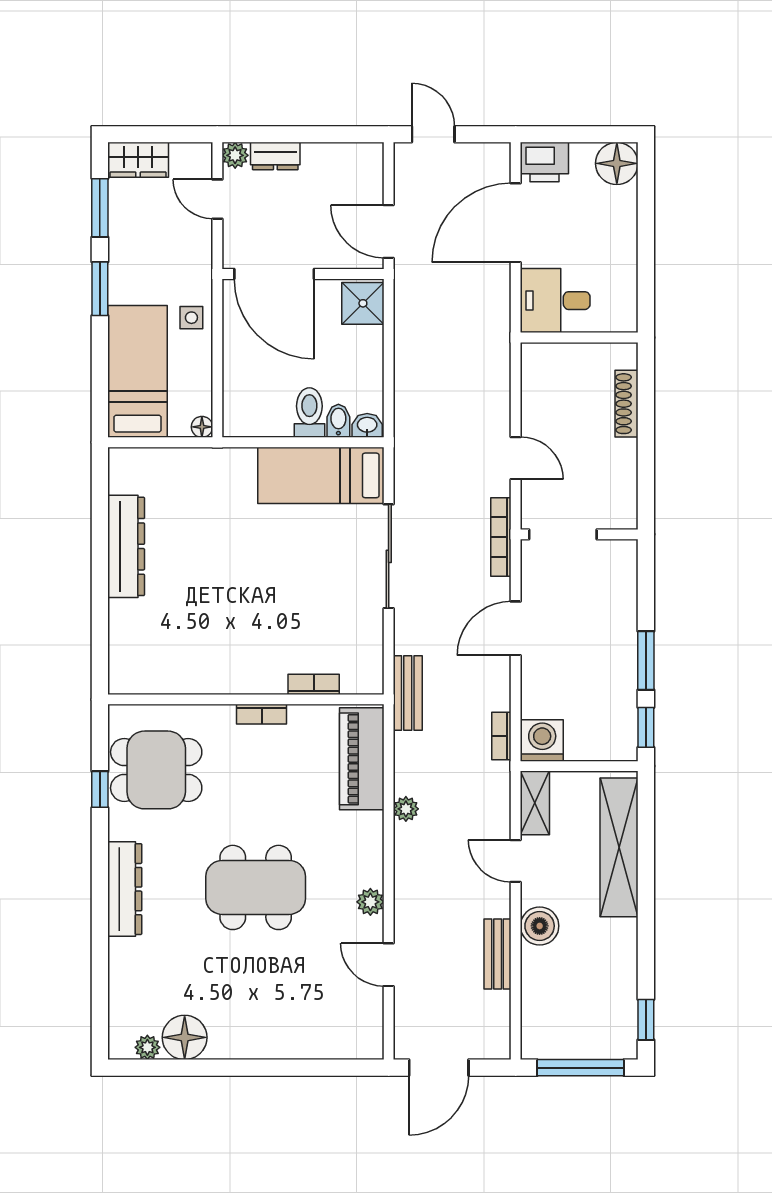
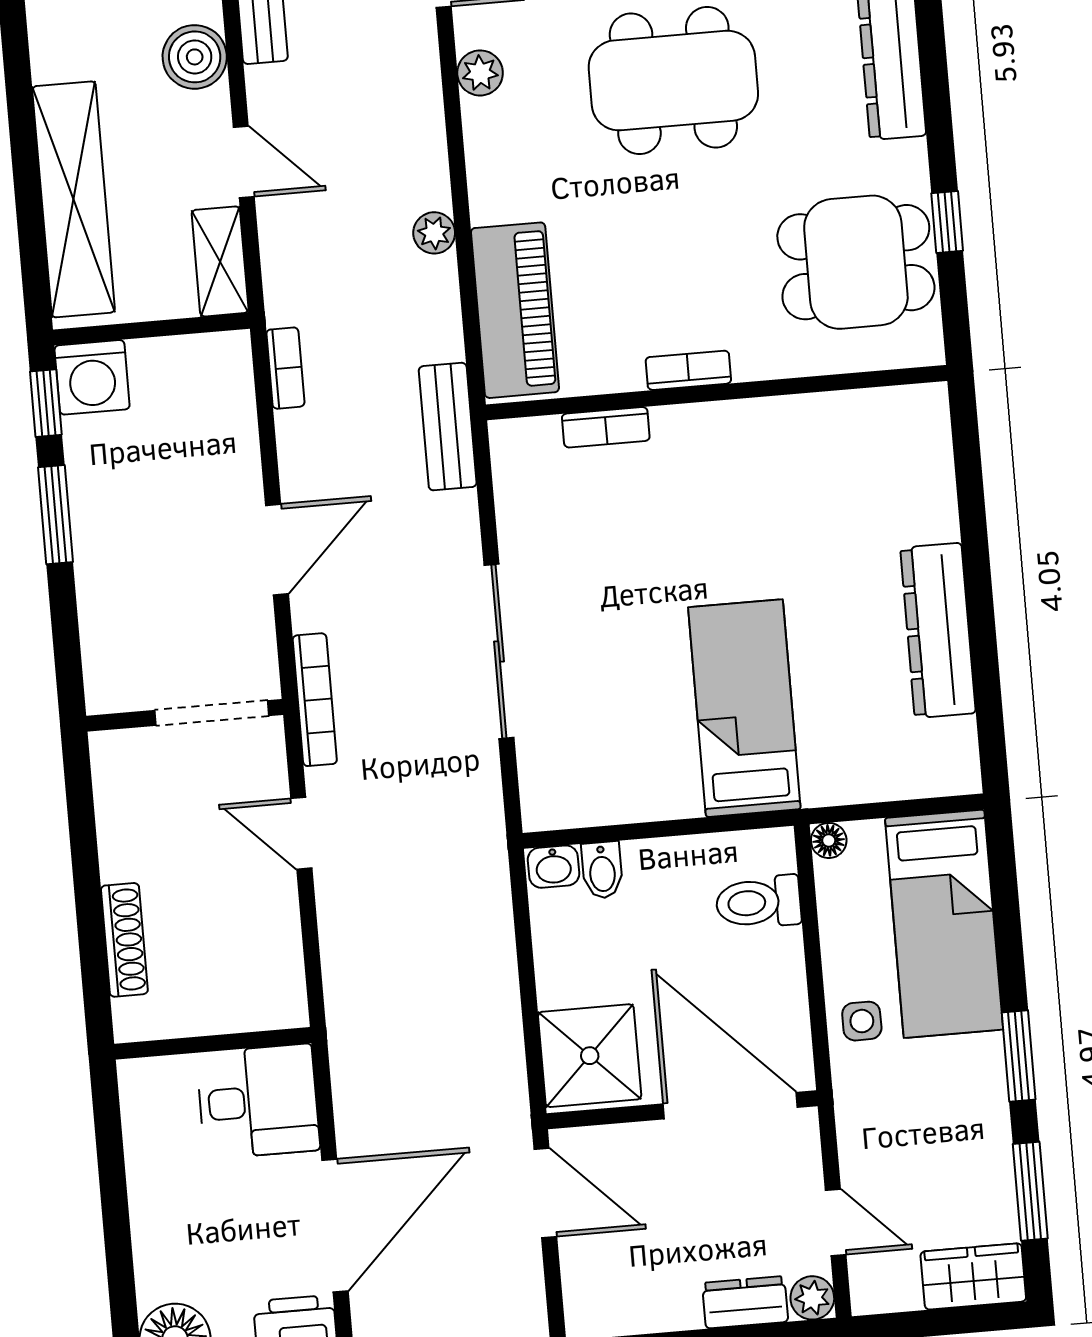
shower: (363, 303) -> (590, 1056), width x1.36, depth x1.36
toilet: (309, 413) -> (758, 902), moved, turned 90
bed: (321, 475) -> (744, 708), moved, turned -90
washing machine: (542, 740) -> (92, 377), moved

